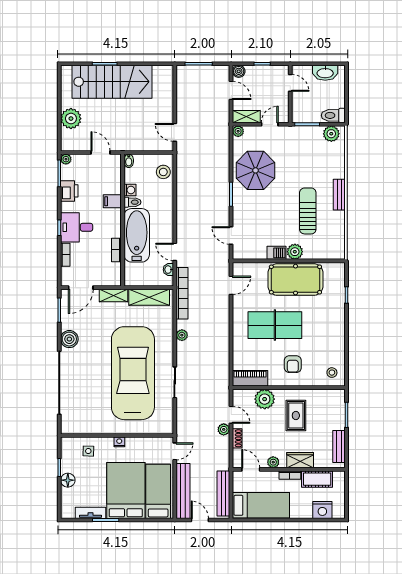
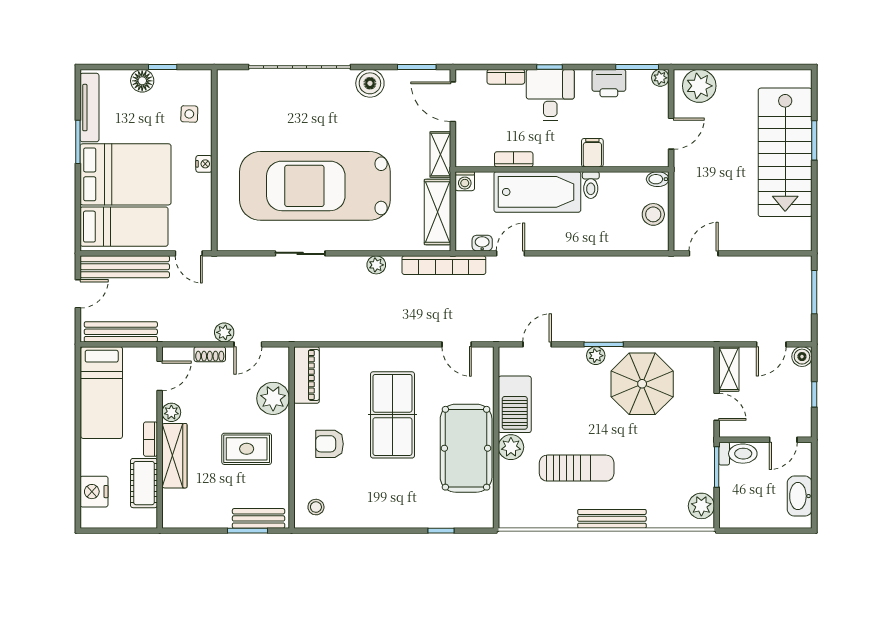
toilet: (333, 115) -> (738, 454), moved, turned 90
plant: (71, 119) -> (699, 86), moved
plant: (238, 131) -> (596, 356), moved
stool: (163, 172) -> (653, 214), moved
washing machine: (130, 190) -> (465, 181), moved
bench: (339, 195) -> (612, 519), width x1.36
barbecue: (277, 253) -> (515, 404), width x1.88, depth x1.53
car: (133, 373) -> (315, 186), turned 180
bench: (339, 447) -> (259, 518), moved
wardrobe: (300, 460) -> (174, 456), width x1.50
tv unit: (91, 513) -> (89, 108), width x1.41

